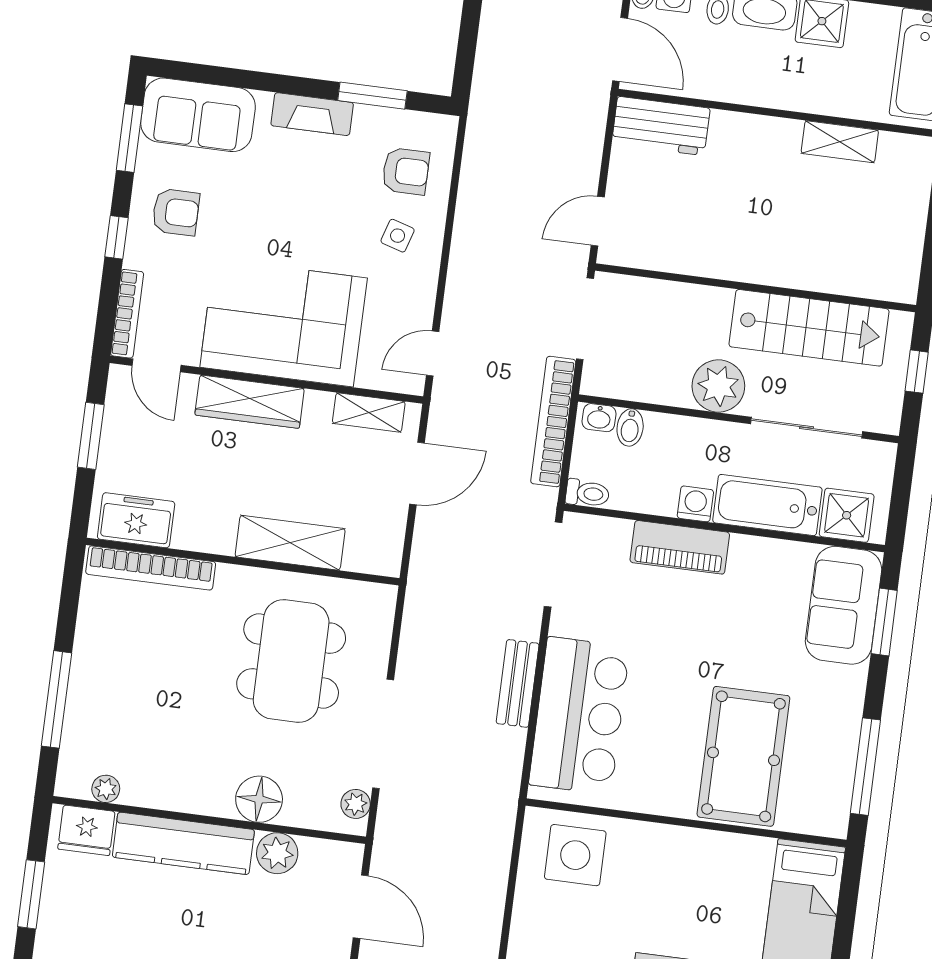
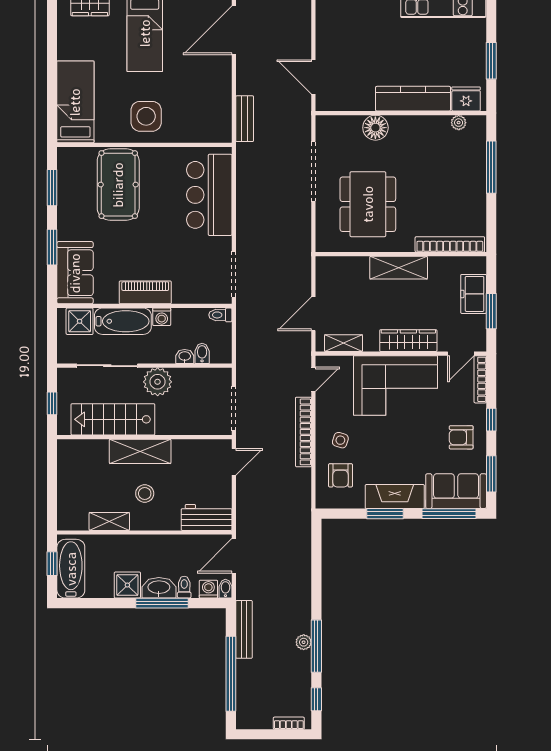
door: (620, 49) -> (234, 556), hinge flipped
window: (216, 75) -> (449, 514), added
window: (372, 96) -> (385, 514), moved
fireplace: (312, 114) -> (395, 497), width x1.37, depth x1.32
armchair: (406, 171) -> (341, 475), turned -90
stool: (768, 185) -> (145, 494), added
shelving: (767, 263) -> (140, 451), added
door: (156, 365) -> (461, 354), swing flipped
washbasin: (599, 418) -> (185, 356), moved
bookcase: (553, 422) -> (303, 432), moved, turned 180
freezer: (136, 520) -> (474, 294), moved, turned 90
shelving: (290, 543) -> (399, 268), moved
piano: (680, 547) -> (145, 292), moved
window: (884, 622) -> (52, 247), moved
bench: (518, 683) -> (245, 119), moved
window: (865, 767) -> (52, 188), width x0.69
plant: (356, 804) -> (323, 132), removed
plant: (277, 853) -> (362, 100), removed
side table: (575, 855) -> (146, 116), moved

